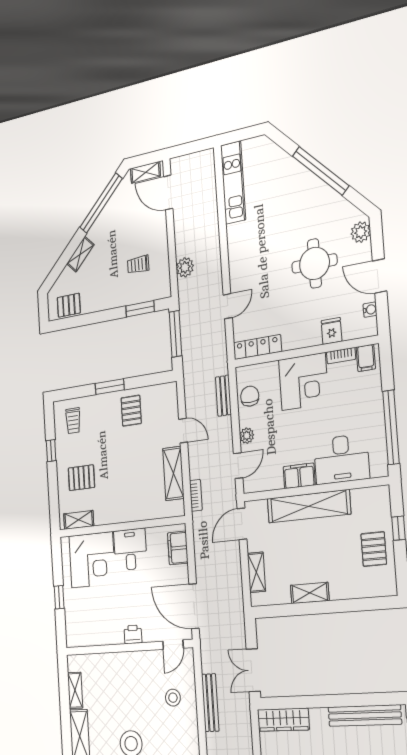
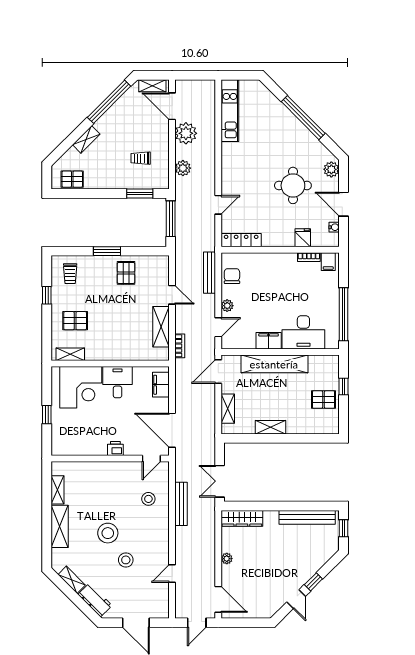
plant: (185, 223) -> (186, 133), added
corner desk: (304, 382) -> (277, 272), removed
bench: (223, 396) -> (210, 273), width x1.36
pallet: (374, 549) -> (324, 400), turned 90

